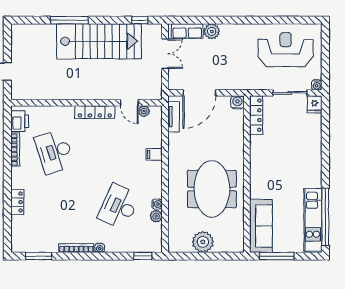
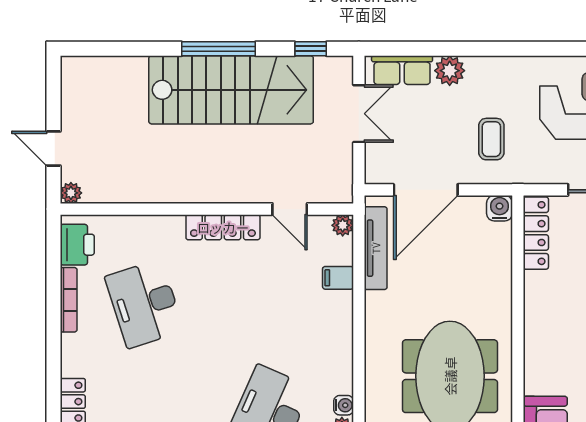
window: (70, 20) -> (219, 49), moved
coffee table: (233, 67) -> (491, 139), added
plant: (16, 94) -> (71, 193), added
plant: (144, 111) -> (343, 225), moved
tv unit: (174, 117) -> (376, 248), width x1.41
filing cabinet: (154, 154) -> (338, 278), moved

